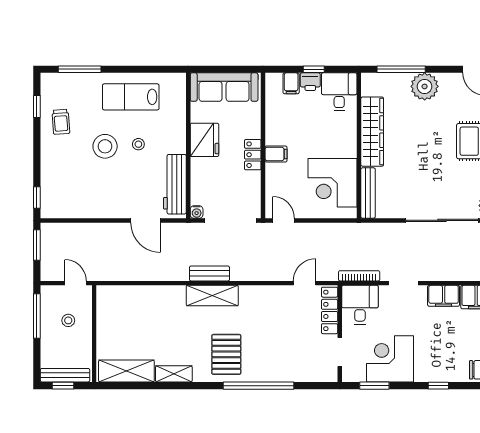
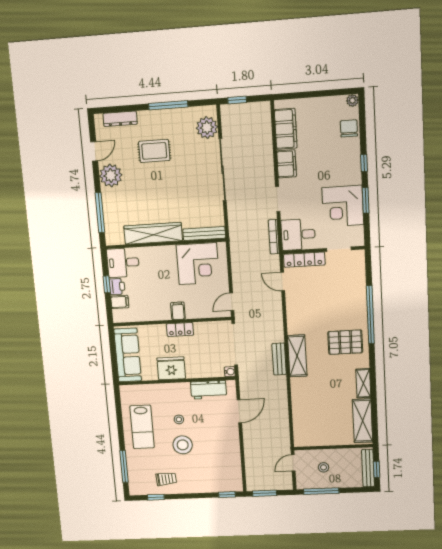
plant: (425, 86) -> (111, 175), moved
workbench: (175, 184) -> (209, 390), width x0.73
window: (374, 386) -> (366, 200), moved

